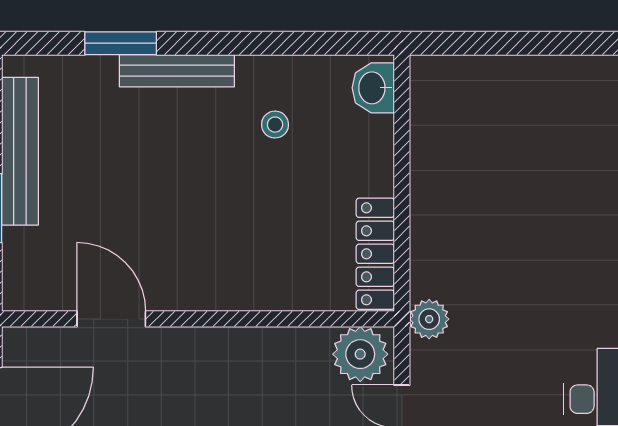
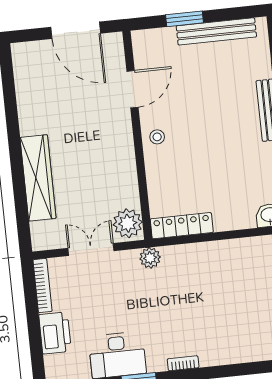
stool: (275, 125) -> (157, 137), moved

